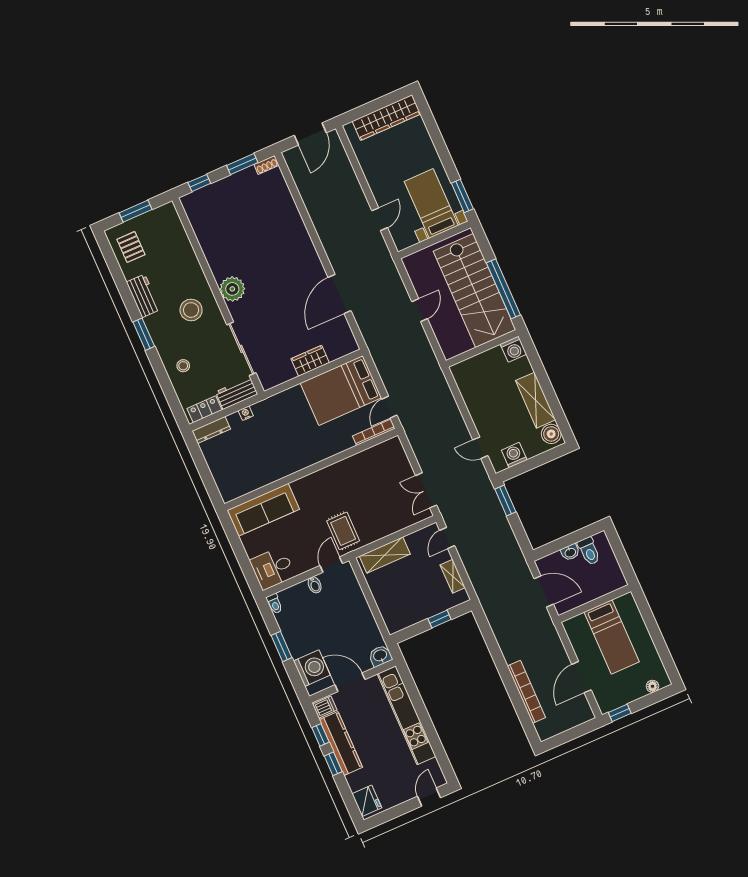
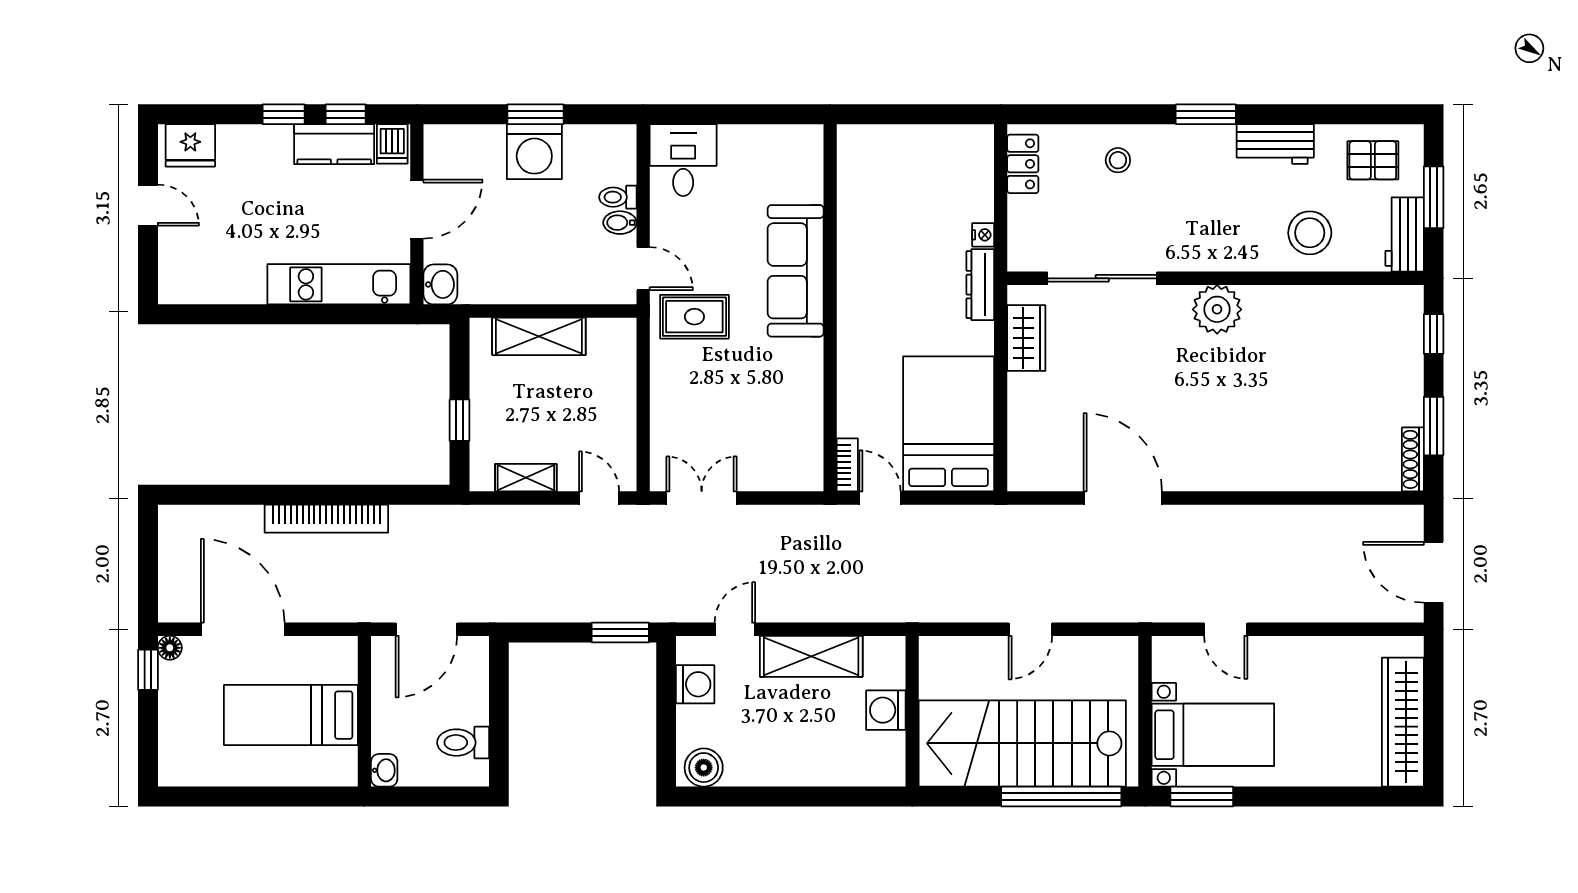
shoe rack: (266, 165) -> (1413, 459), width x1.43
window: (503, 289) -> (1061, 796), moved
stool: (191, 310) -> (1310, 233), moved
door: (420, 310) -> (1030, 629), hinge flipped
washing machine: (513, 349) -> (886, 710), moved
wardrobe: (310, 361) -> (1026, 338), moved
workbench: (237, 393) -> (1405, 235), moved, turned 180
shelving: (536, 400) -> (811, 656), moved
dresser: (211, 430) -> (980, 285), moved
bookcase: (374, 432) -> (847, 465), width x0.64
sofa: (263, 510) -> (796, 271), moved
washbasin: (570, 552) -> (384, 770), moved, turned 180
shelving: (385, 555) -> (539, 336), moved, turned 90
toilet: (274, 604) -> (618, 197), moved
washing machine: (312, 668) -> (534, 152), moved
door: (581, 677) -> (243, 629), width x1.36
floor lamp: (652, 686) -> (170, 648), moved
bookcase: (526, 692) -> (326, 519), moved
kitchen unit: (406, 715) -> (339, 284), width x0.73
kitchen counter: (341, 743) -> (334, 144), width x0.67
door: (429, 797) -> (148, 205), moved

